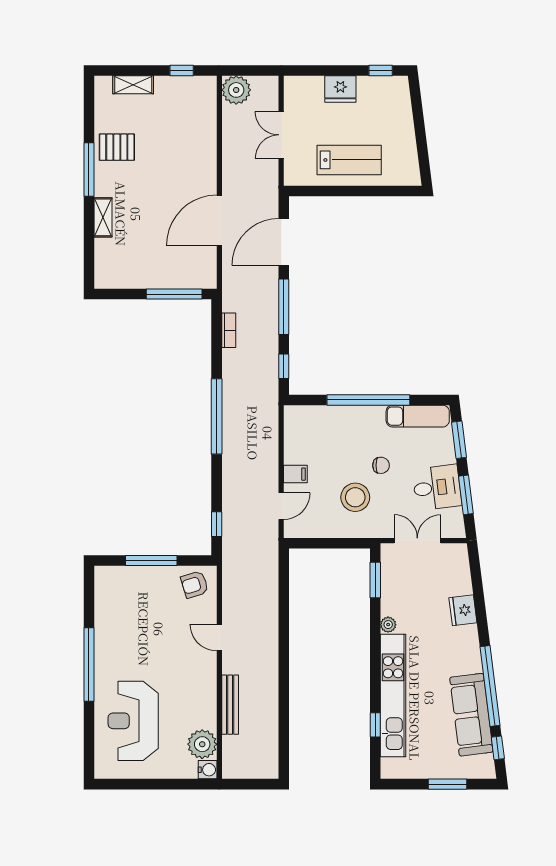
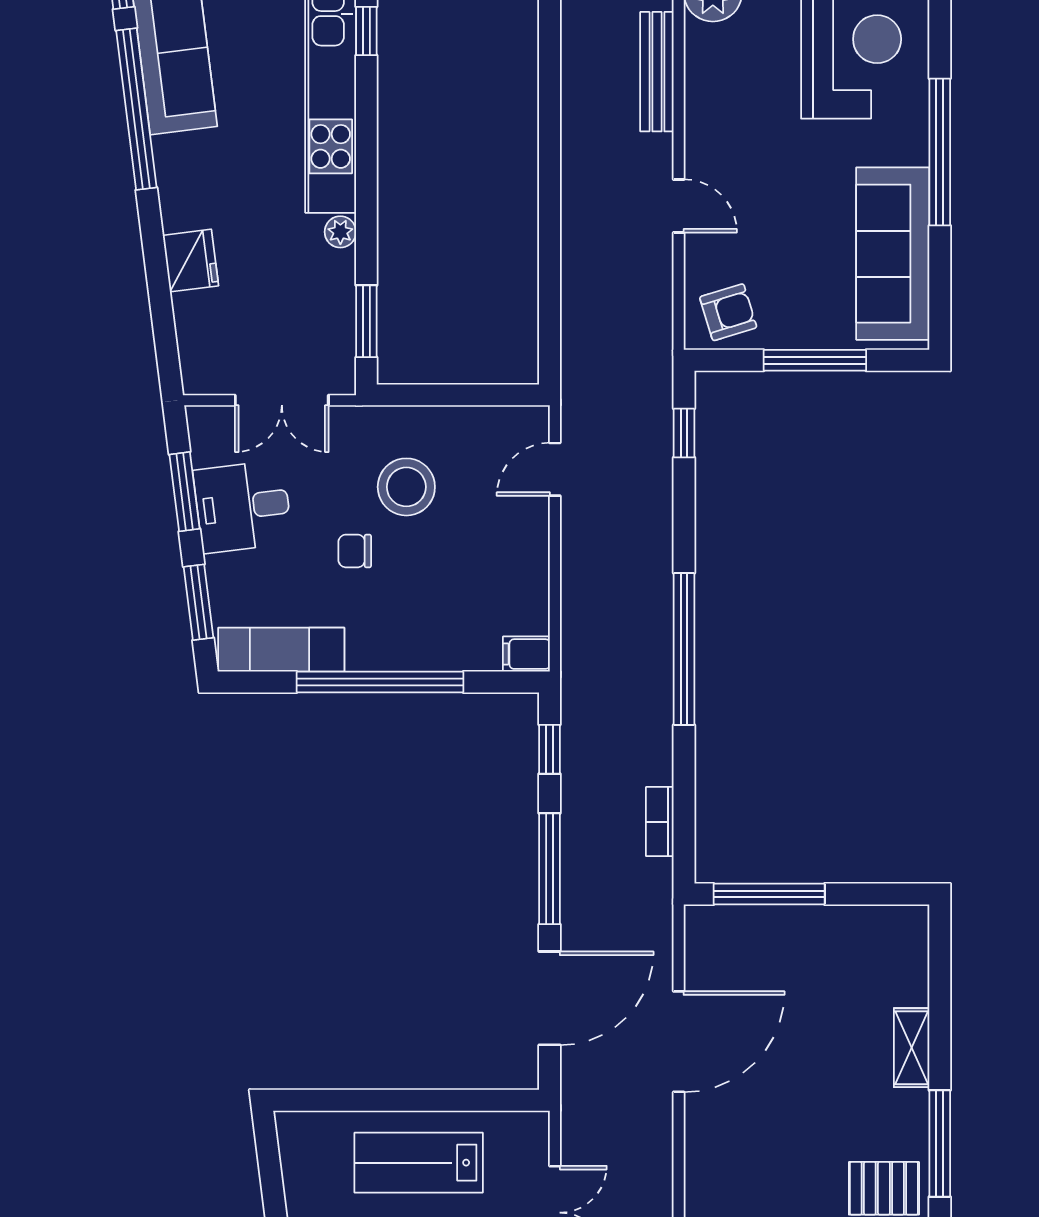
filing cabinet: (295, 474) -> (526, 654), moved
sofa: (112, 614) -> (893, 254), added

